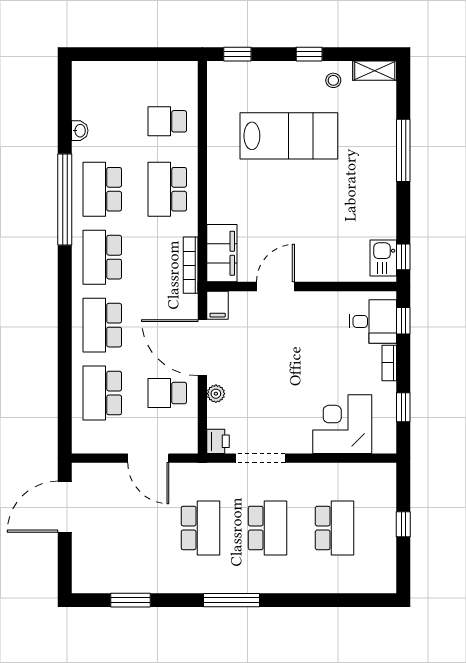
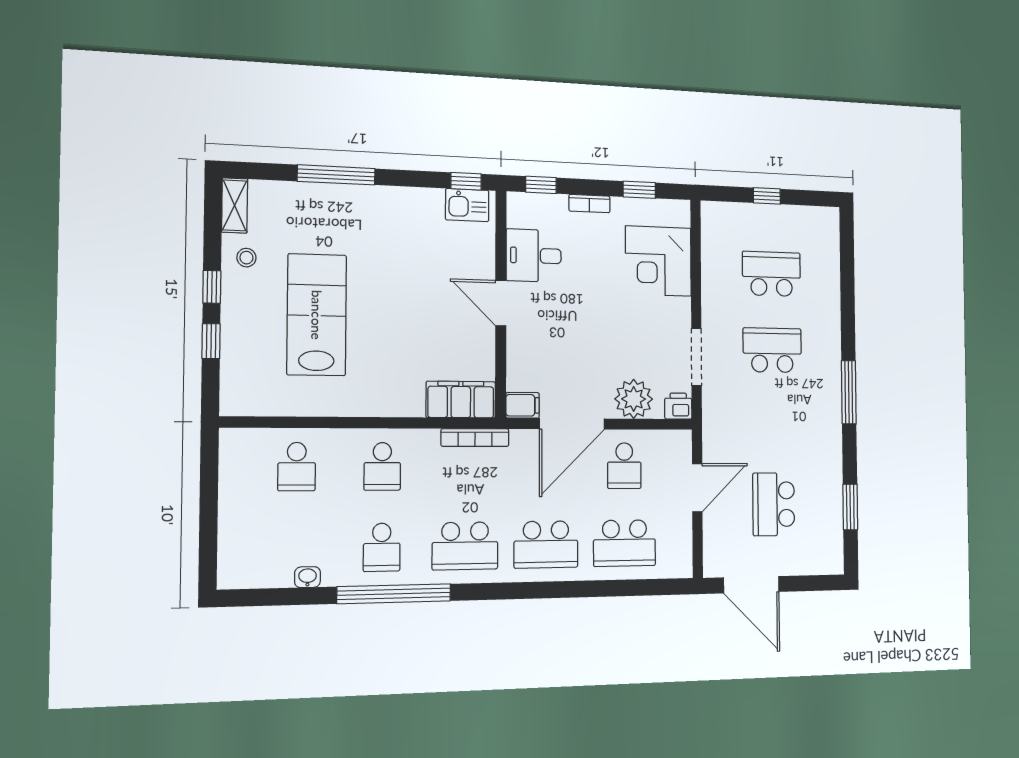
window: (237, 54) -> (211, 341), moved
school desk: (102, 189) -> (382, 547), width x0.54
school desk: (167, 189) -> (382, 466), width x0.54
door: (275, 287) -> (501, 303), moved
desk: (373, 321) -> (534, 256), moved, turned -90
plant: (216, 394) -> (634, 399), width x1.87, depth x1.87
school desk: (201, 528) -> (774, 504), moved, turned -90

